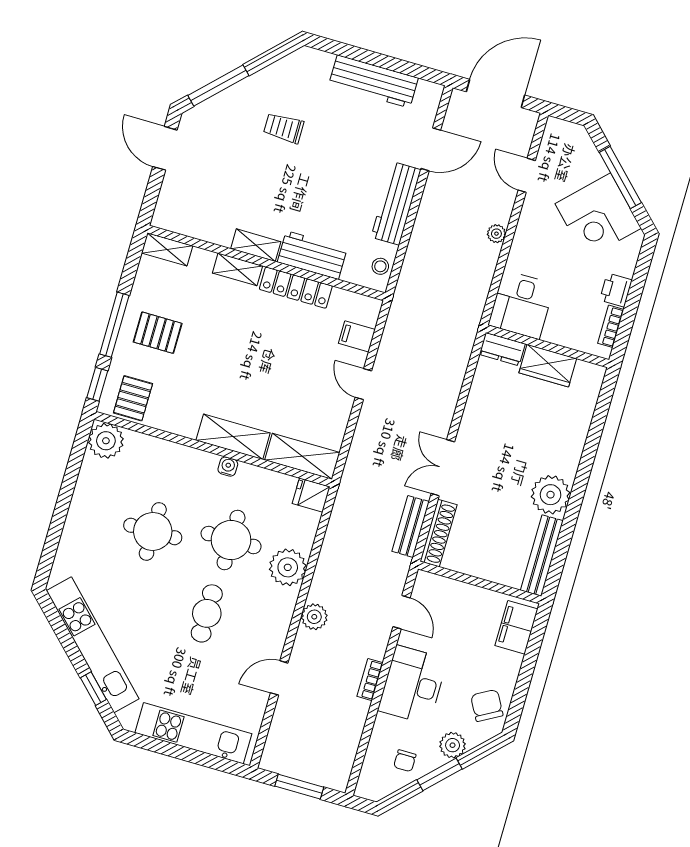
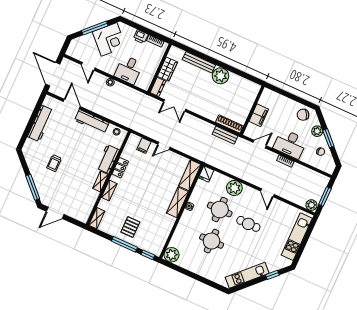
door: (527, 175) -> (88, 66), hinge flipped
locker: (296, 288) -> (120, 168), width x0.66
desk: (521, 305) -> (129, 70), moved, turned 90
pallet: (133, 398) -> (156, 241), removed
double door: (443, 468) -> (175, 105), moved
bench: (542, 556) -> (199, 62), moved
plant: (314, 617) -> (311, 205), moved
filing cabinet: (516, 627) -> (259, 115), moved, turned -90
kitchen unit: (93, 645) -> (247, 275), width x0.73
door: (279, 678) -> (267, 193), moved

